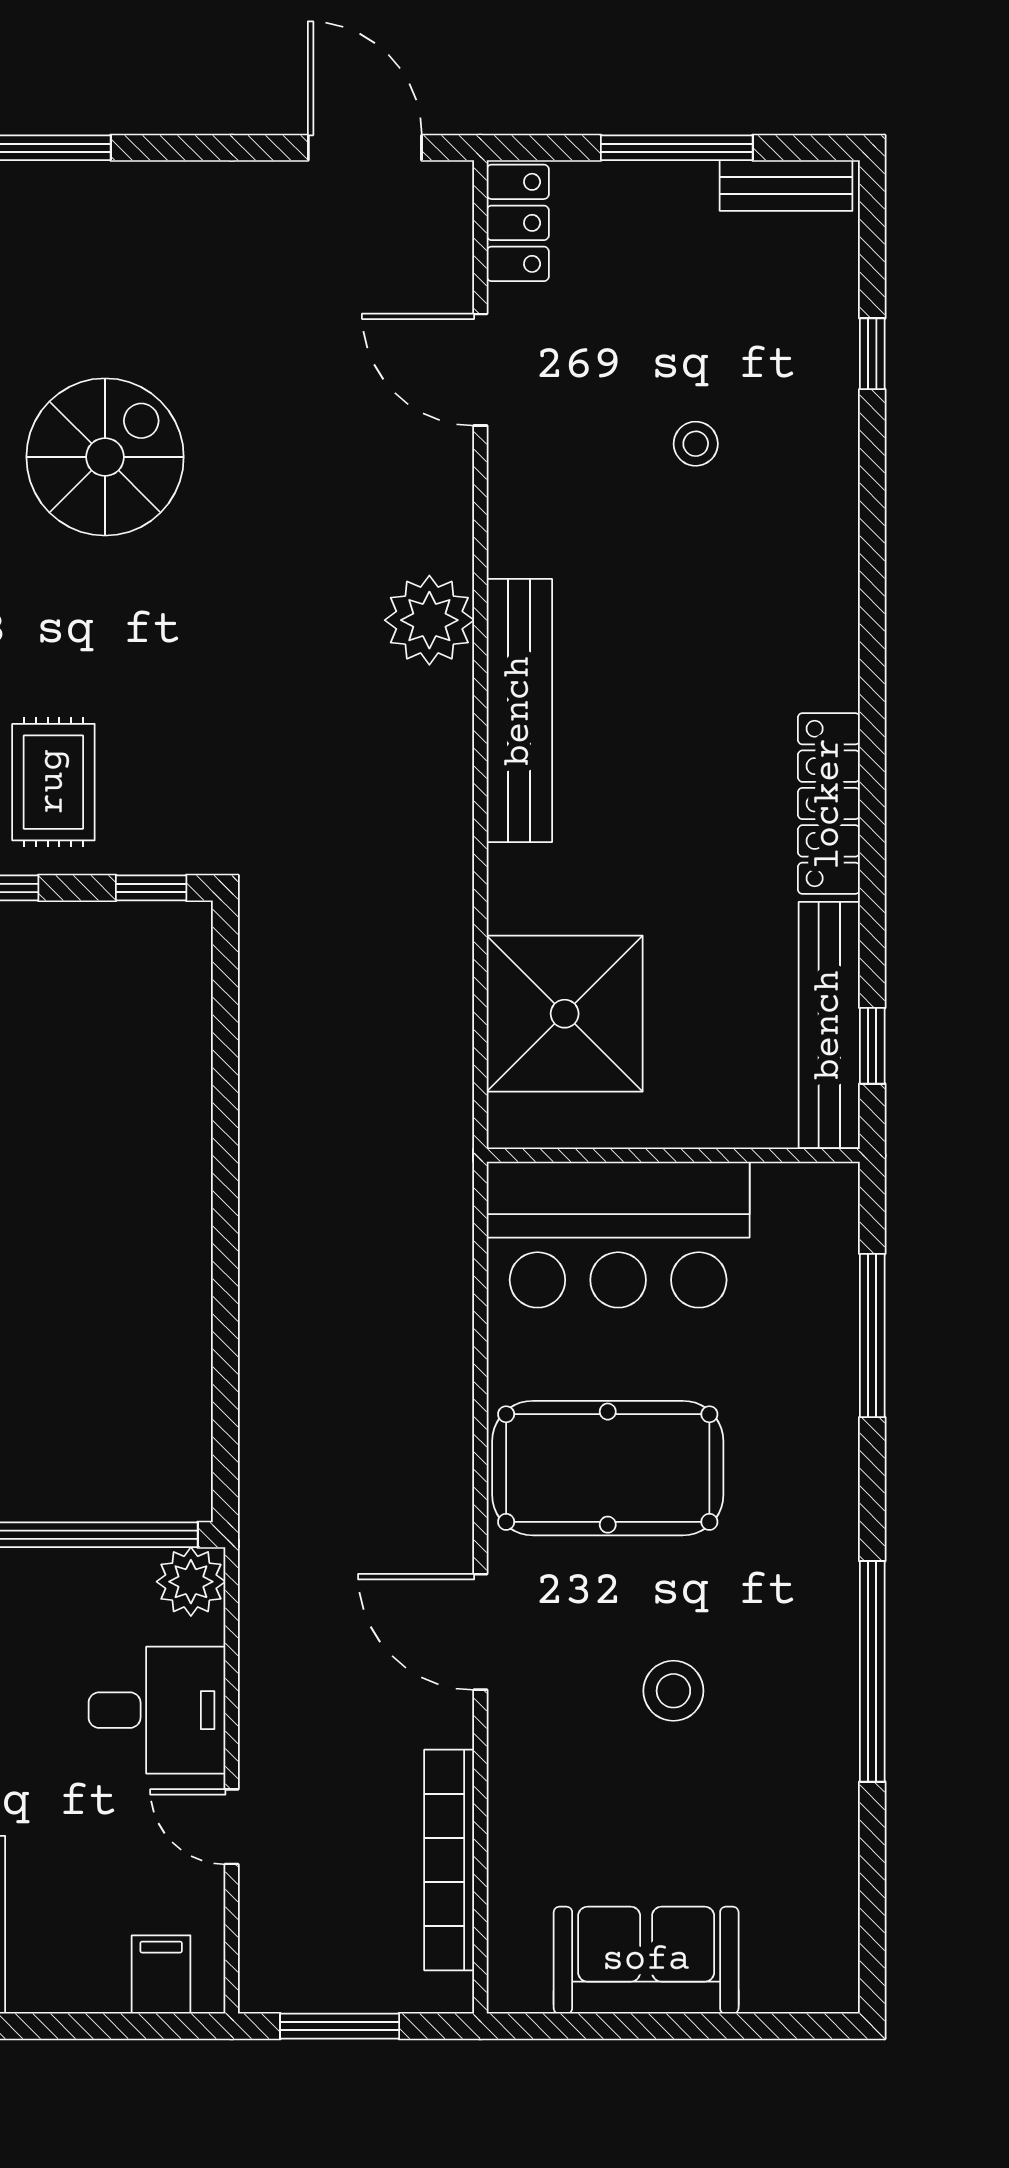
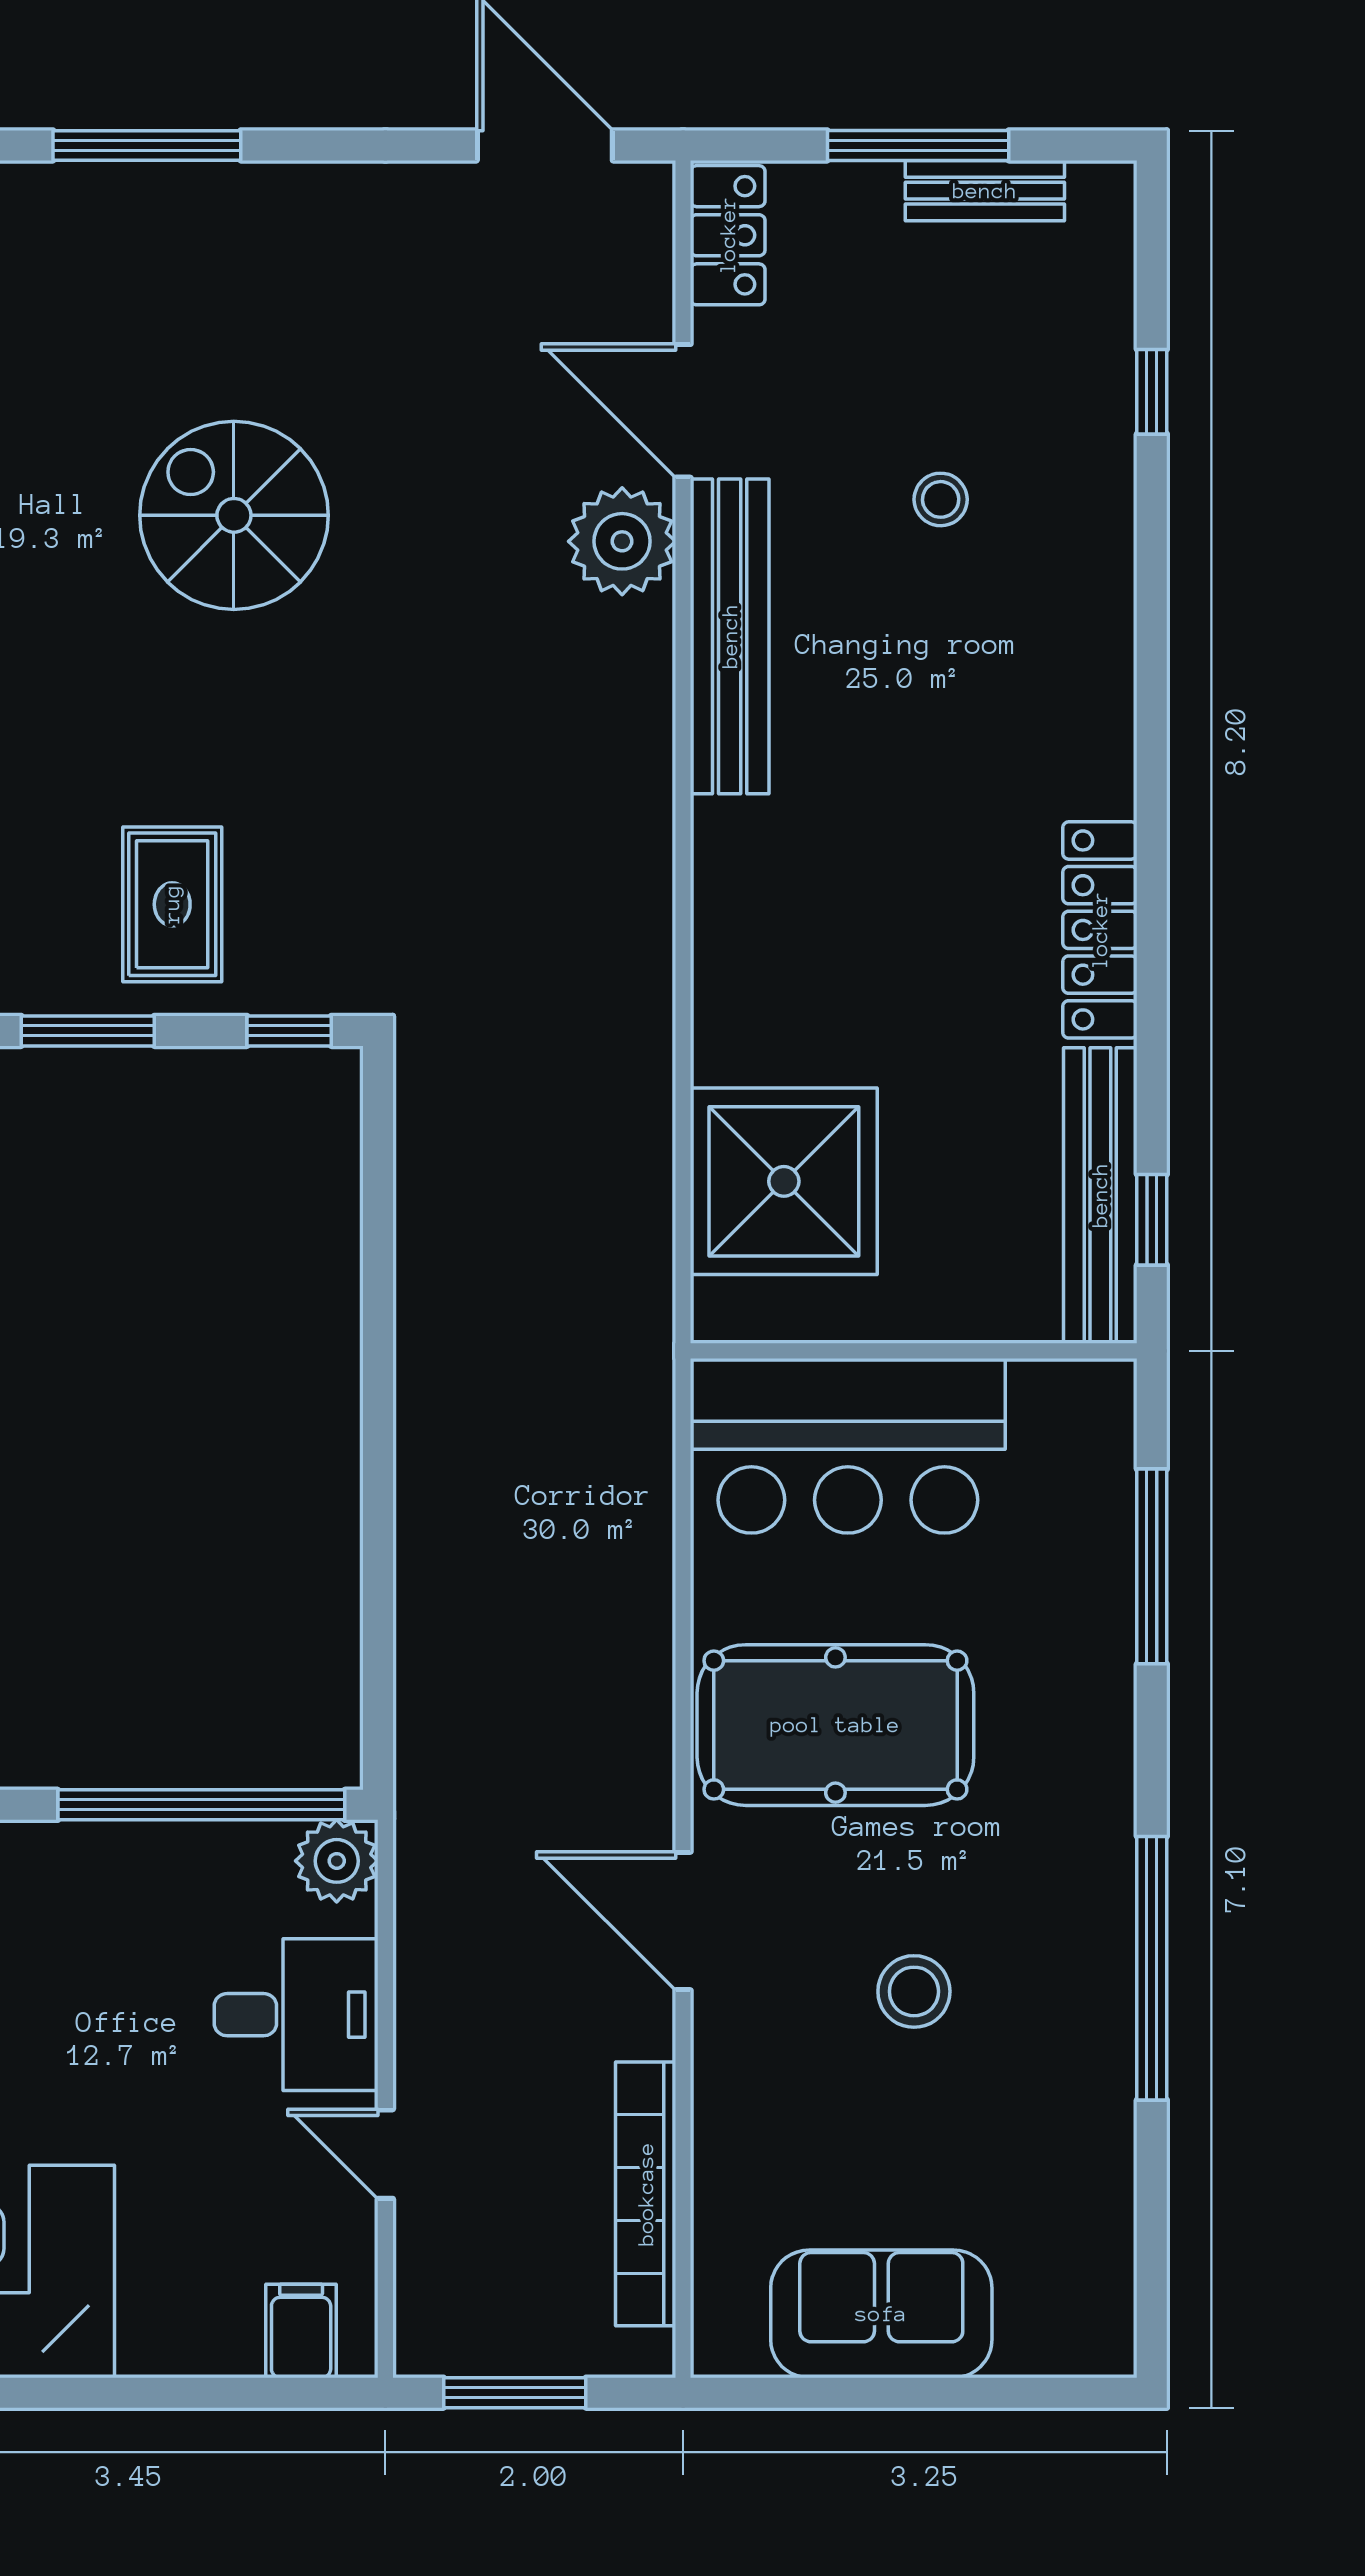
bench: (786, 186) -> (985, 191), moved
spiral stairs: (105, 457) -> (234, 515), turned -90
plant: (429, 620) -> (622, 541), moved
bench: (519, 711) -> (730, 636), moved

